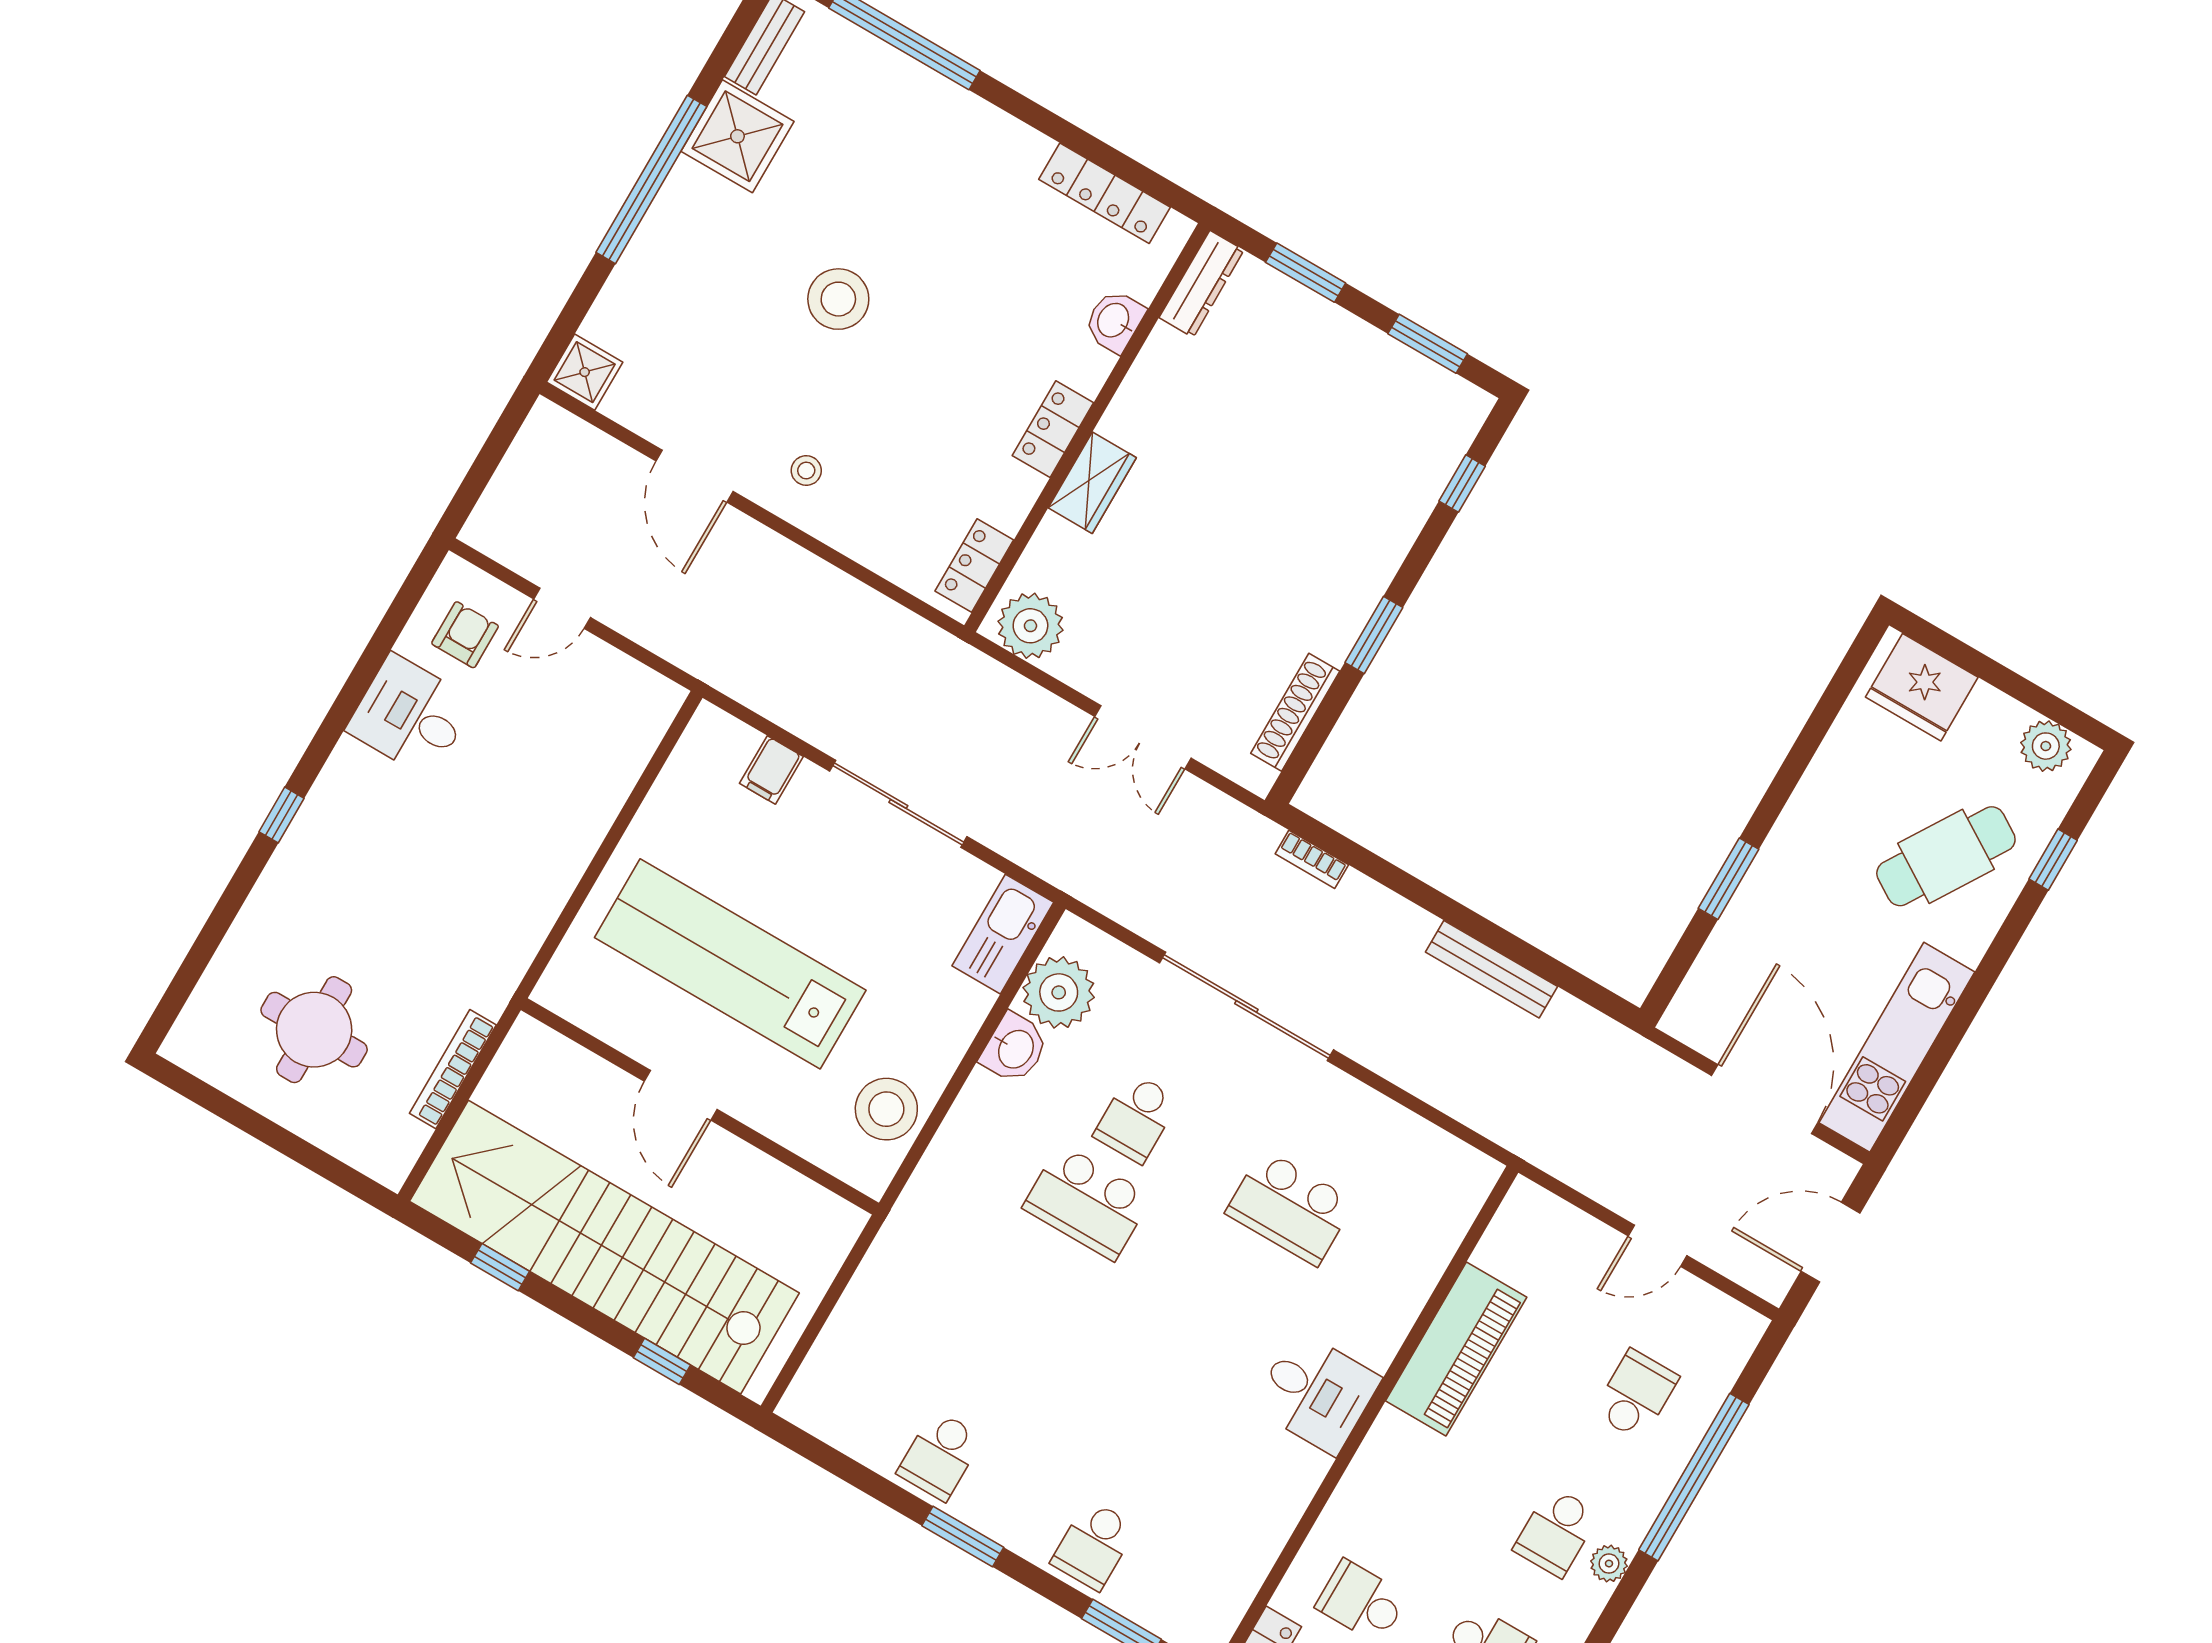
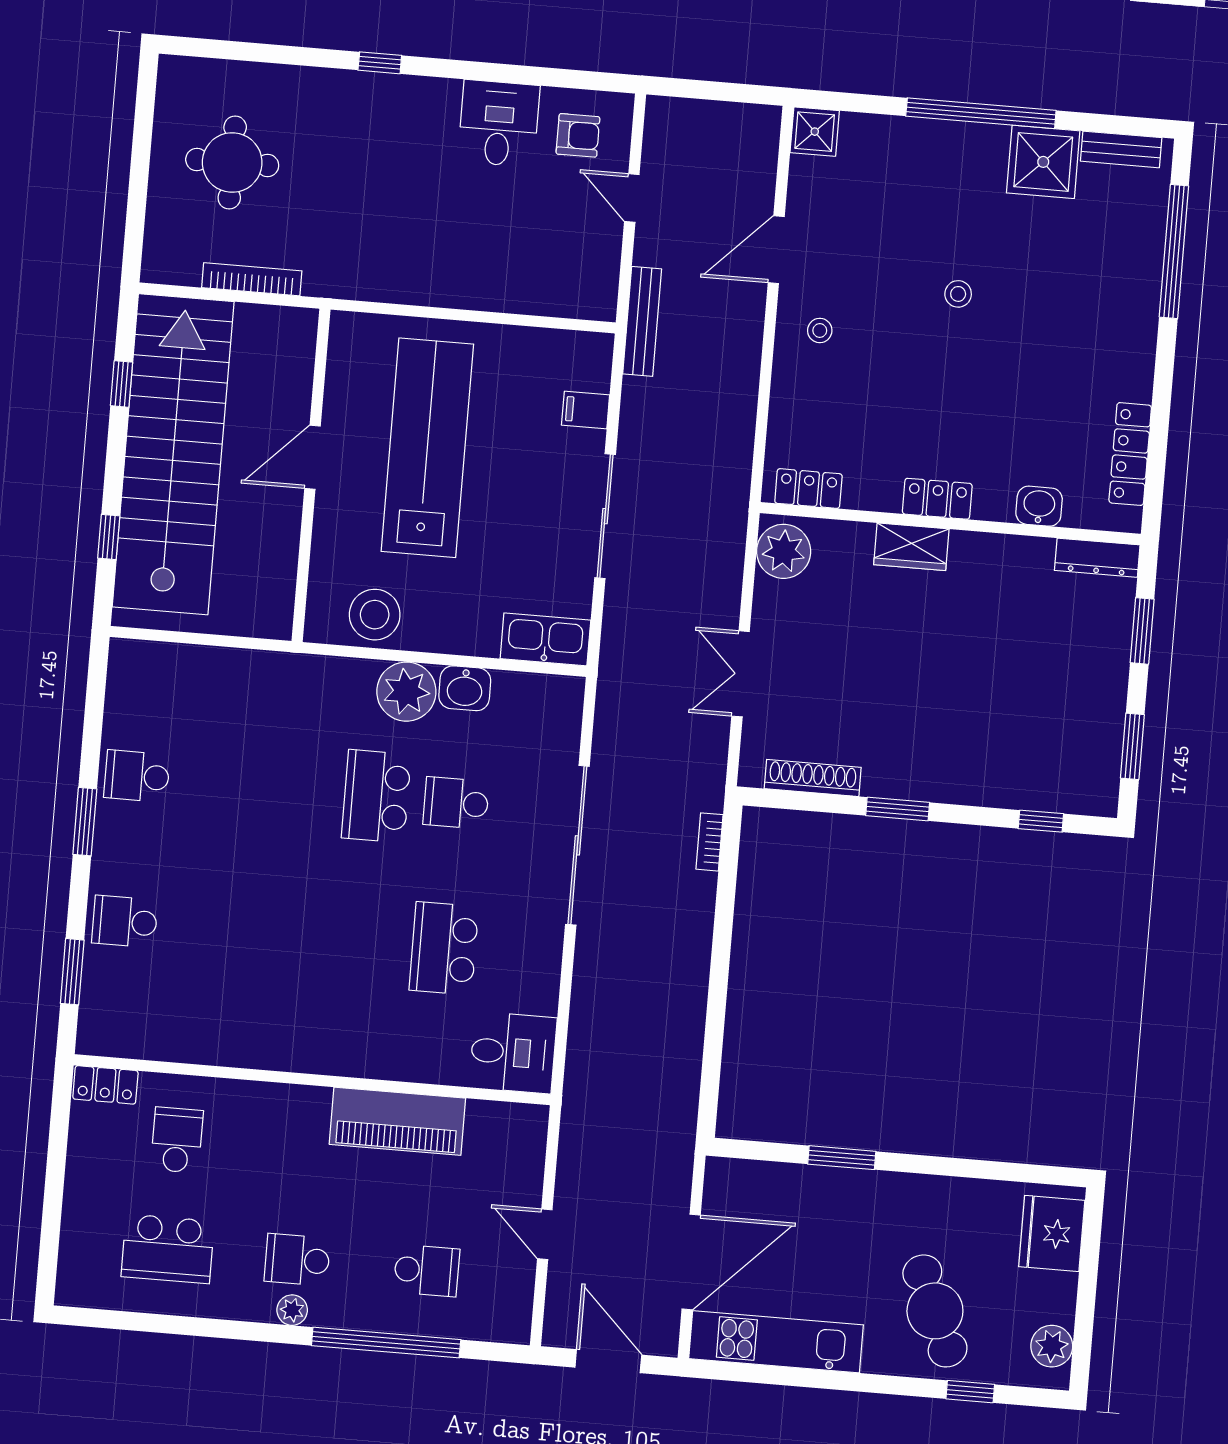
stool: (838, 299) -> (958, 294), width x0.53, depth x0.53
cafe table: (1946, 856) -> (935, 1311), turned 35
bench: (1492, 969) -> (642, 321), moved
plant: (1059, 992) -> (406, 692), moved
desk: (1316, 1393) -> (513, 1053), moved, turned -90

